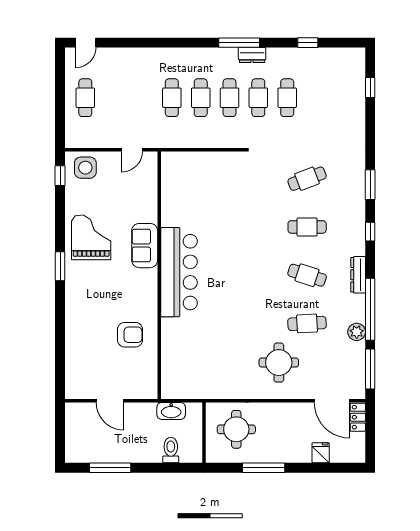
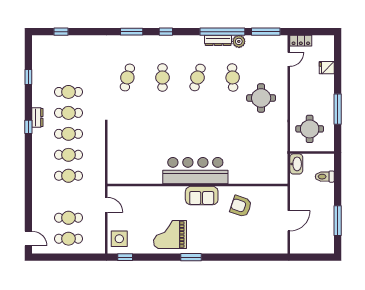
window: (239, 43) -> (28, 127), width x0.46
cafe table: (114, 98) -> (68, 218), added
cafe table: (307, 179) -> (127, 77), turned 36
sofa: (145, 246) -> (202, 196), moved
dresser: (358, 275) -> (218, 40), moved
armchair: (130, 335) -> (241, 206), turned -71
door: (332, 401) -> (289, 59), width x0.53
washbasin: (171, 411) -> (296, 164), moved

